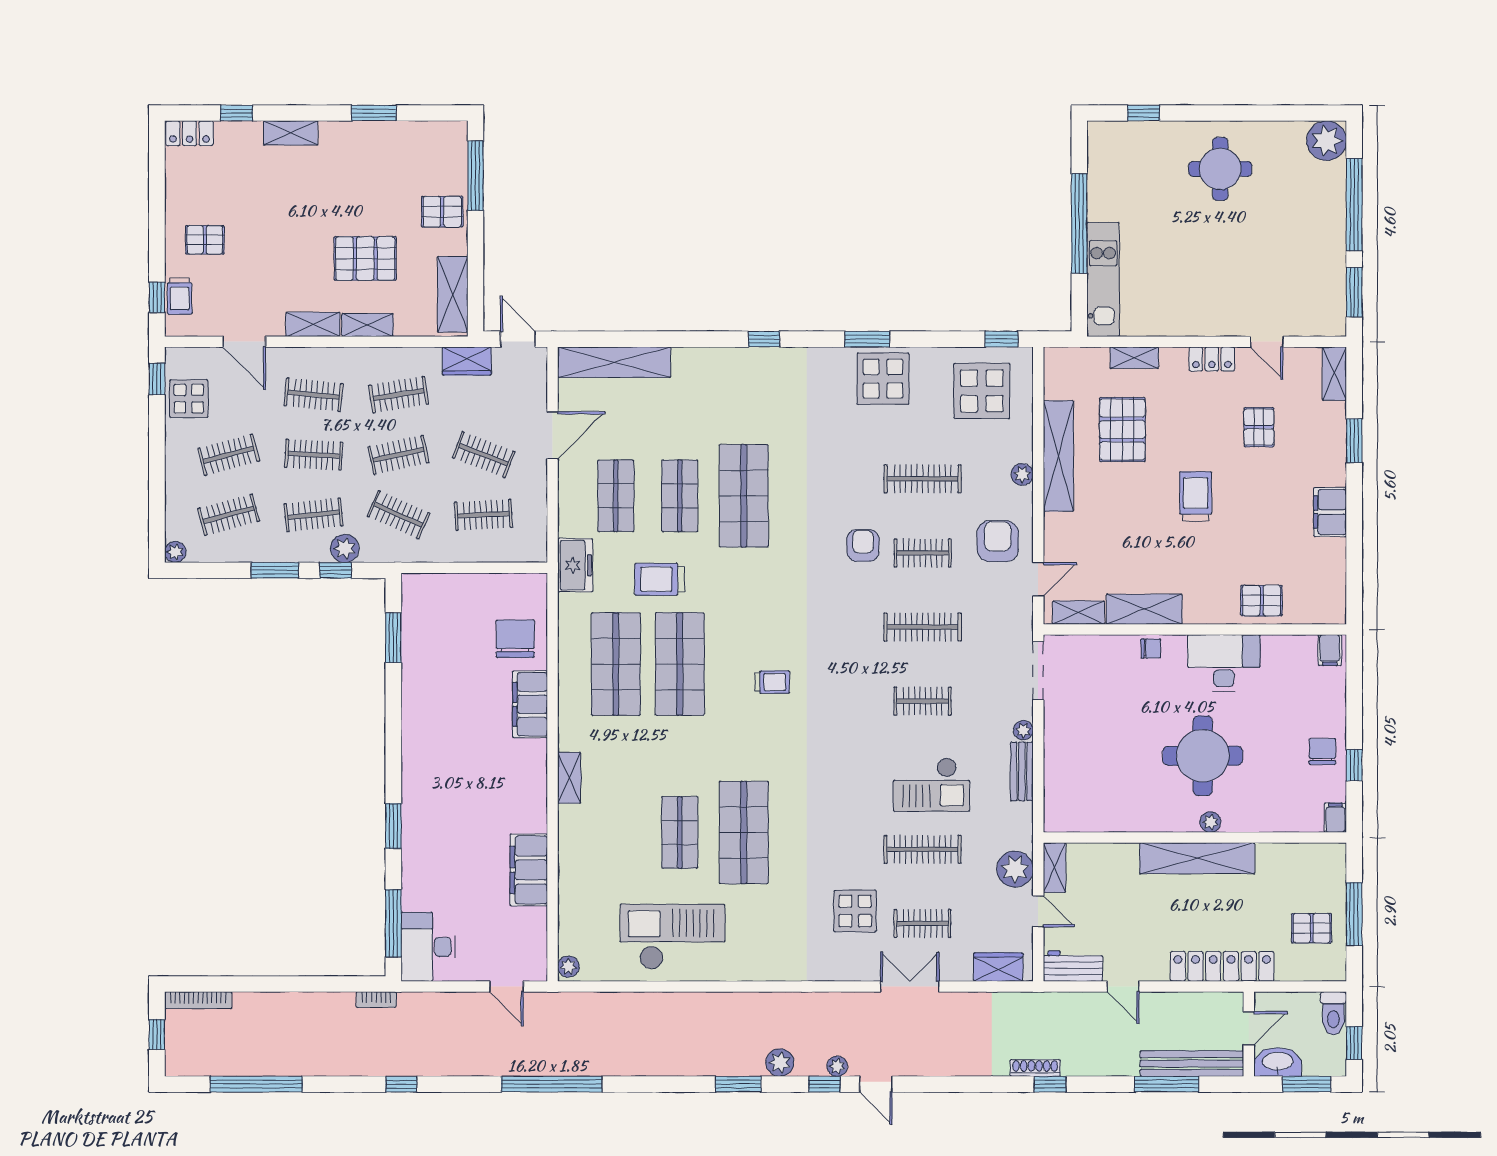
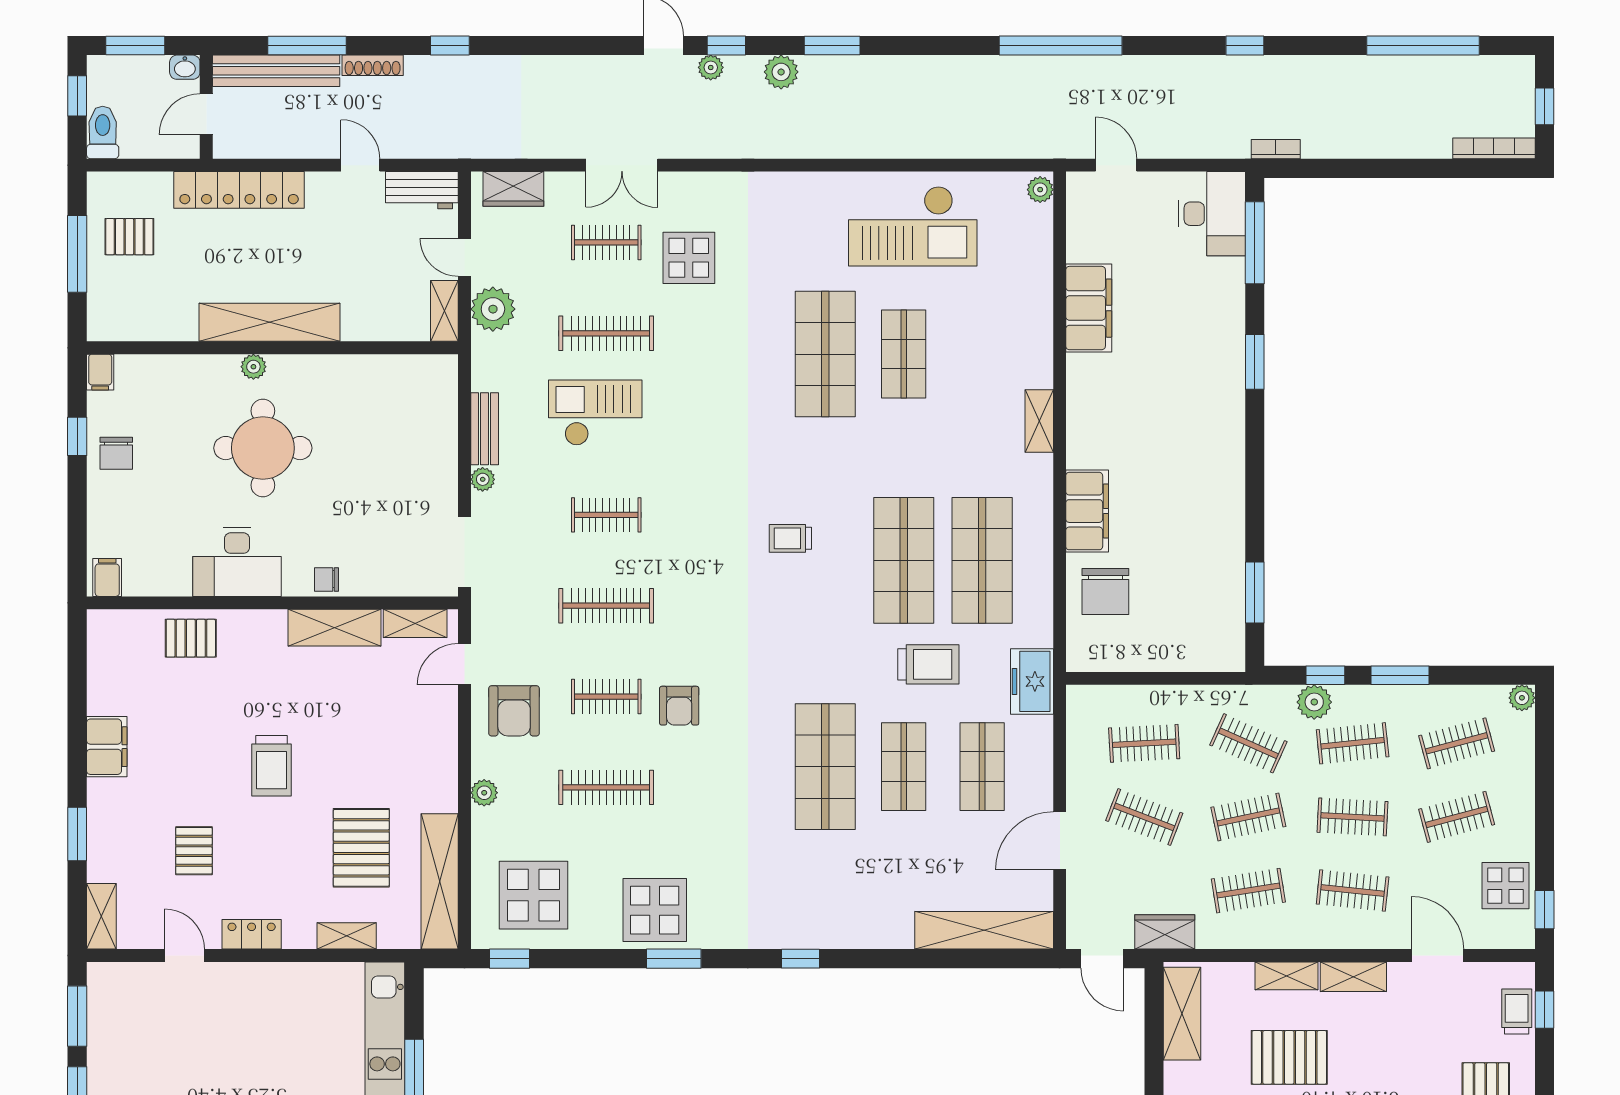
shelving: (1058, 456) -> (440, 881), moved
washbasin: (1278, 1062) -> (185, 67), width x0.52, depth x0.69
shoe rack: (1035, 1068) -> (373, 65), moved

